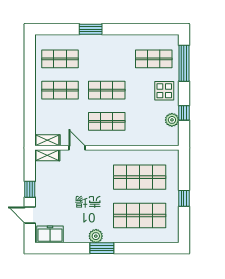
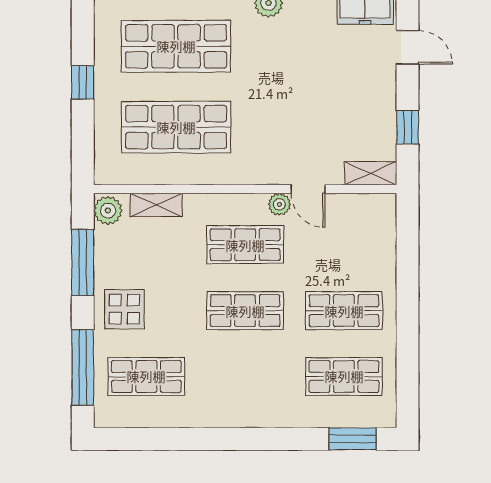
window: (91, 29) -> (353, 439), moved
window: (184, 113) -> (83, 262), width x2.17
plant: (172, 120) -> (108, 211), moved
shelving: (47, 140) -> (156, 205), moved
plant: (91, 141) -> (279, 204), added
window: (30, 189) -> (408, 127), moved

